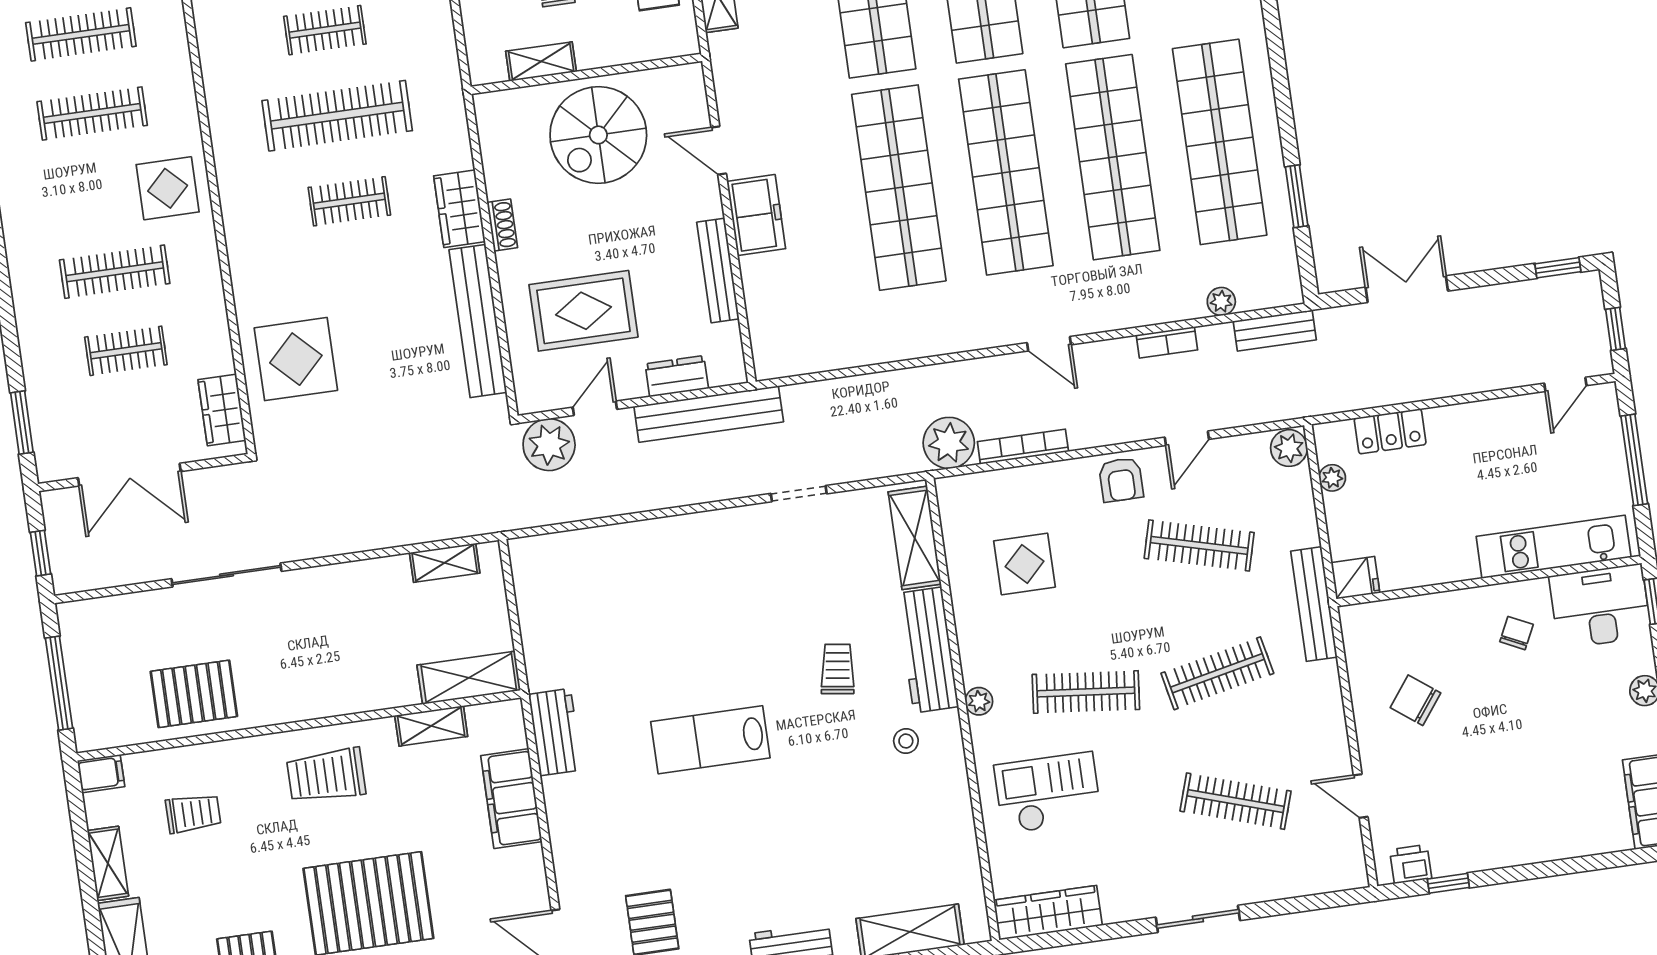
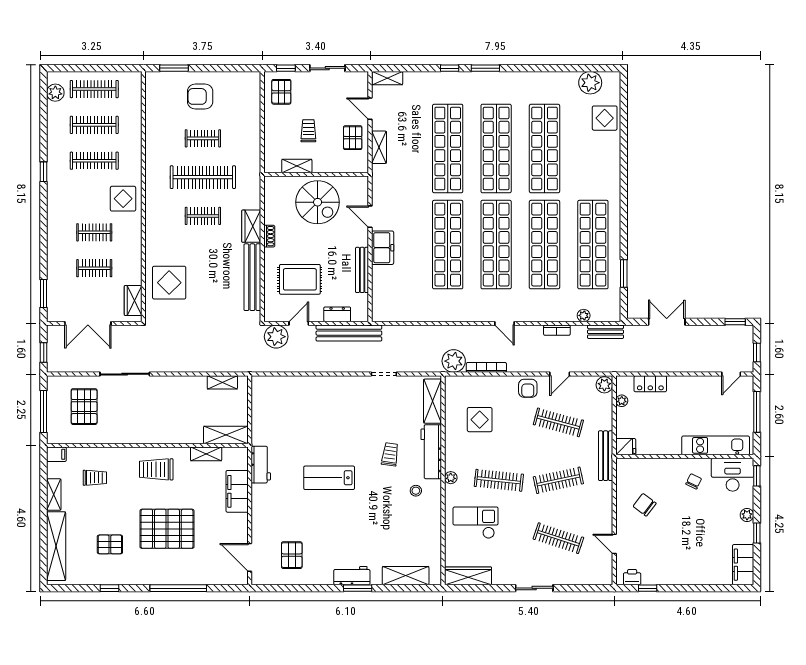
spiral stairs: (598, 135) -> (318, 202), turned -90
clothes rail: (115, 272) -> (94, 232), width x0.73
pallet: (194, 694) -> (84, 407), moved, turned 90

